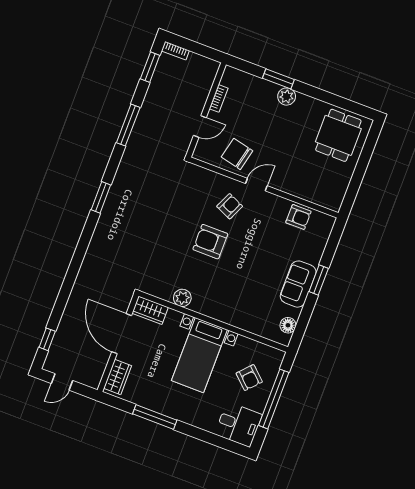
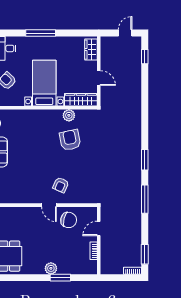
window: (128, 125) -> (145, 199), moved
door: (256, 185) -> (49, 205), hinge flipped
armchair: (298, 217) -> (14, 195), removed
armchair: (210, 242) -> (70, 140), moved, turned -102
wardrobe: (150, 310) -> (81, 100), width x1.50
door: (122, 334) -> (99, 78), width x0.53
window: (155, 417) -> (41, 33), moved

